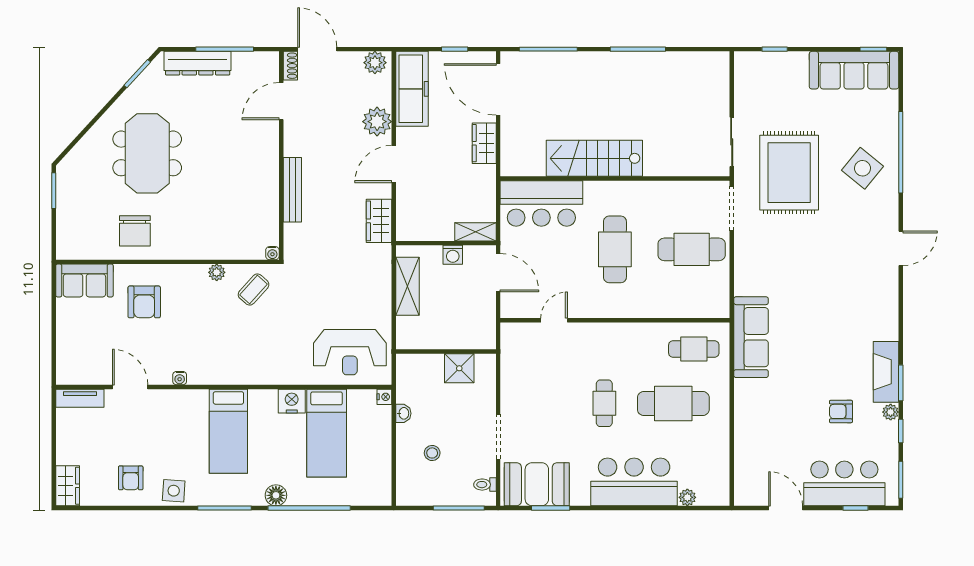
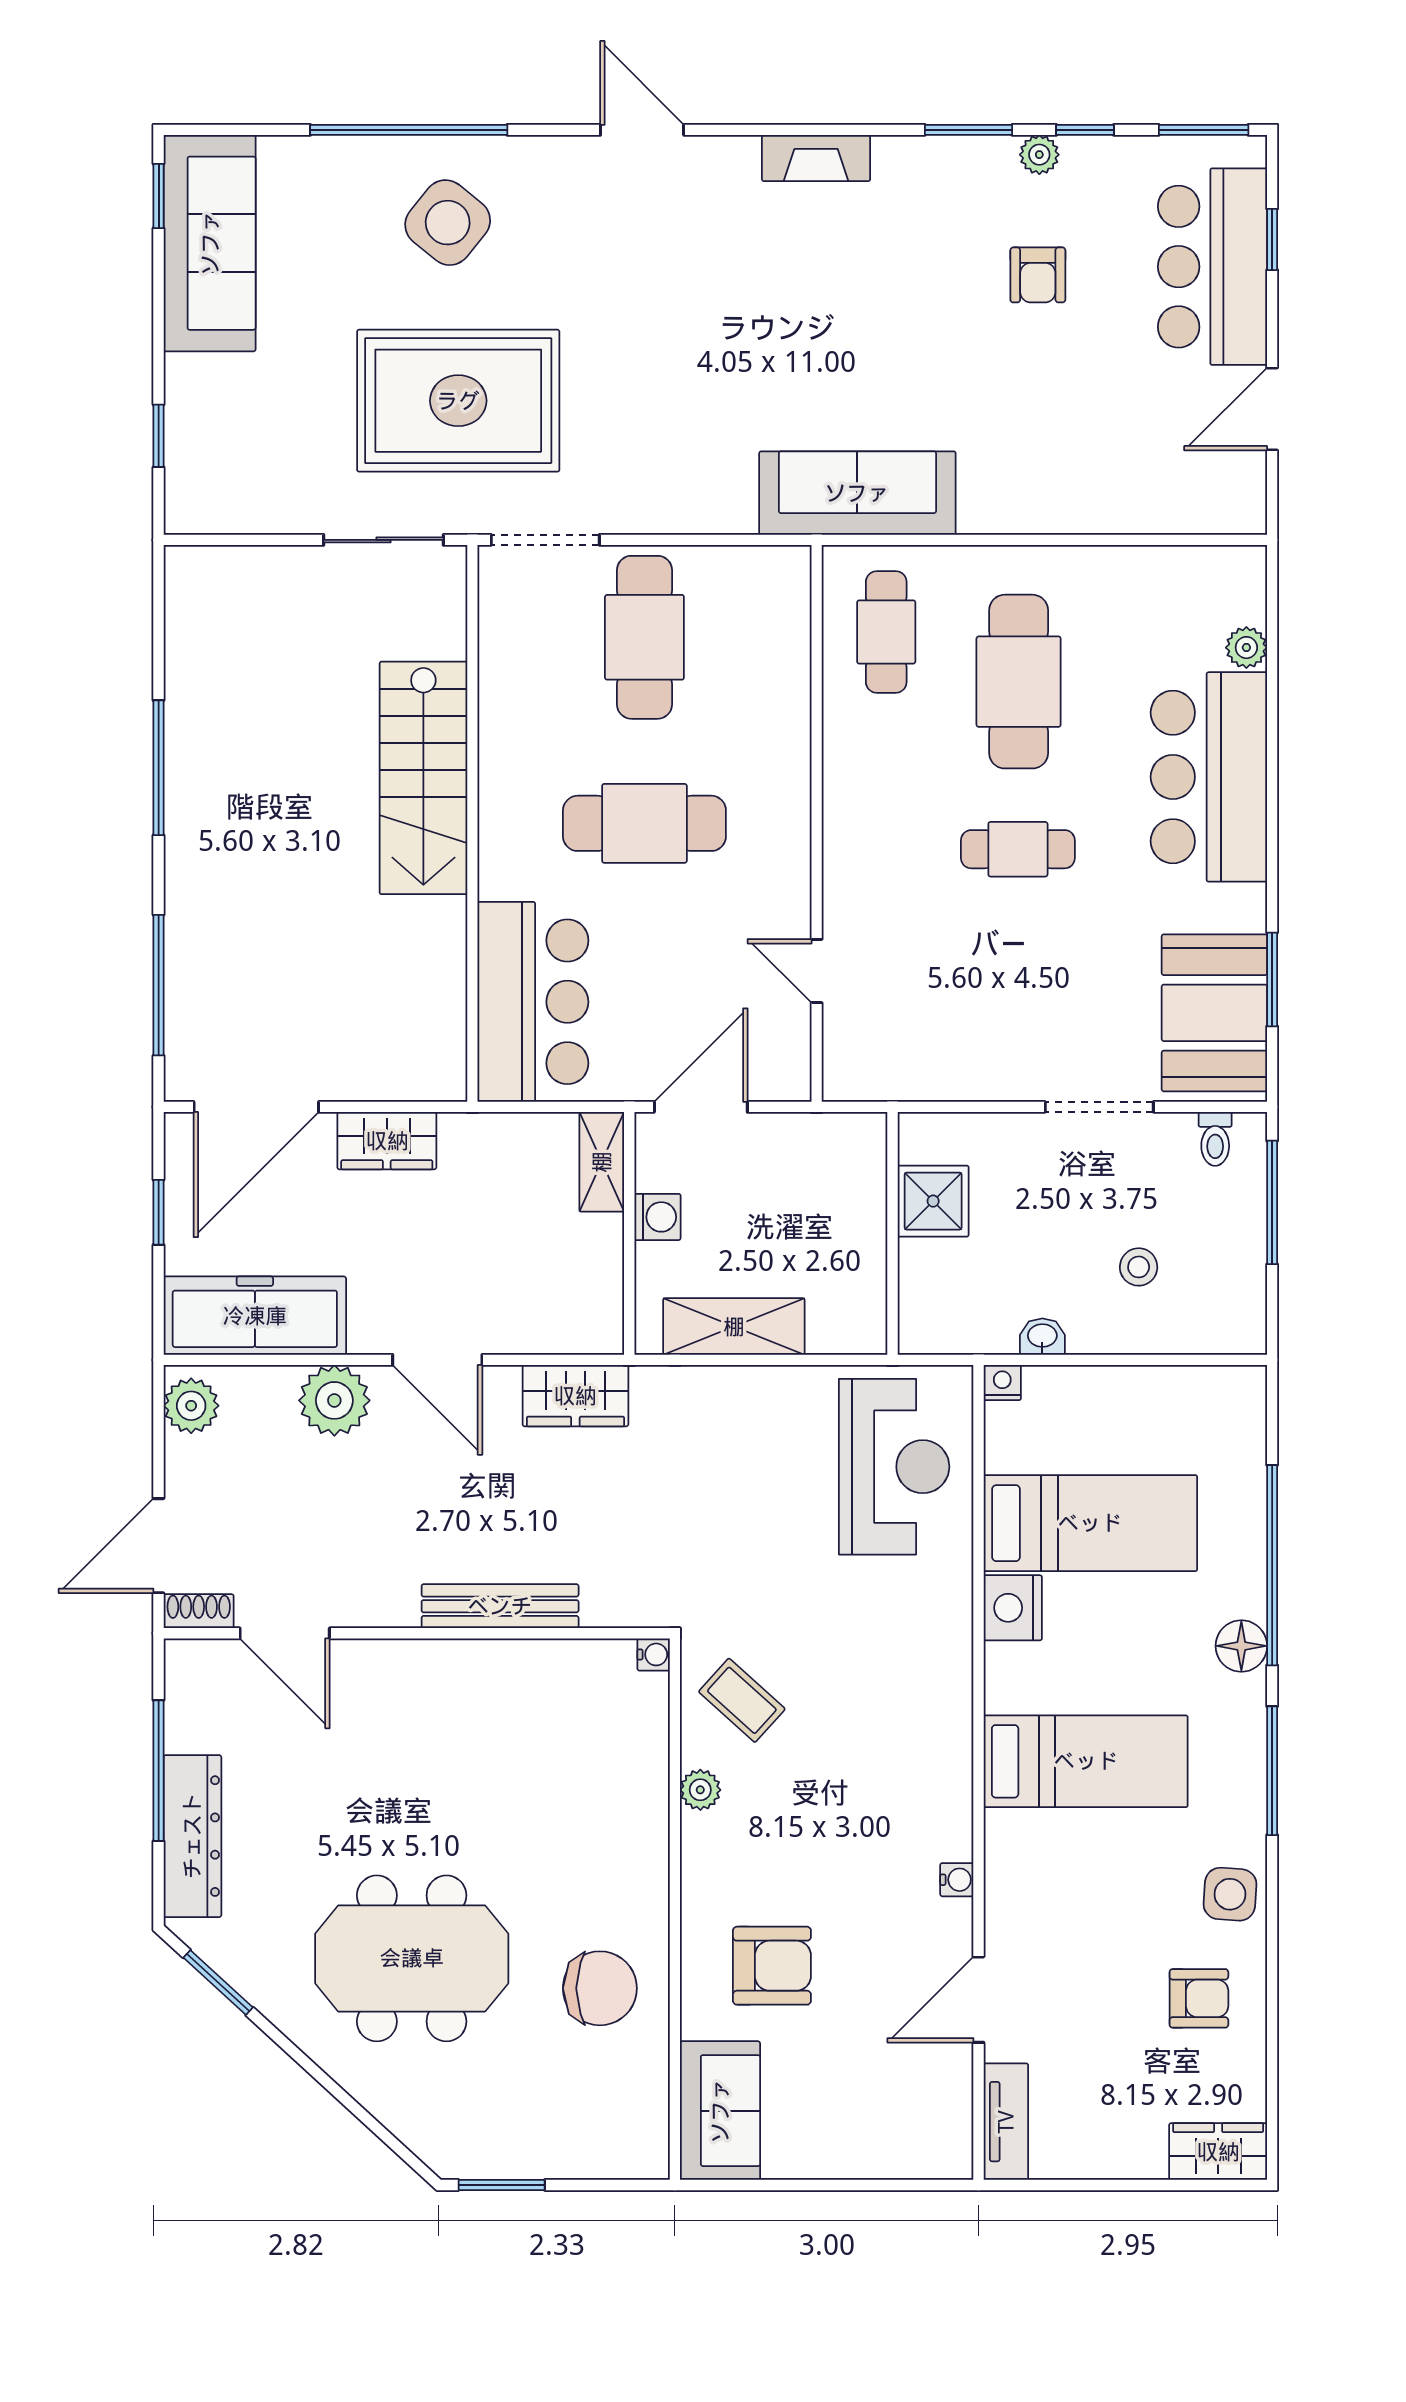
stairs: (594, 158) -> (423, 778), moved
fireplace: (886, 372) -> (816, 158), moved, width x0.73, depth x0.76

